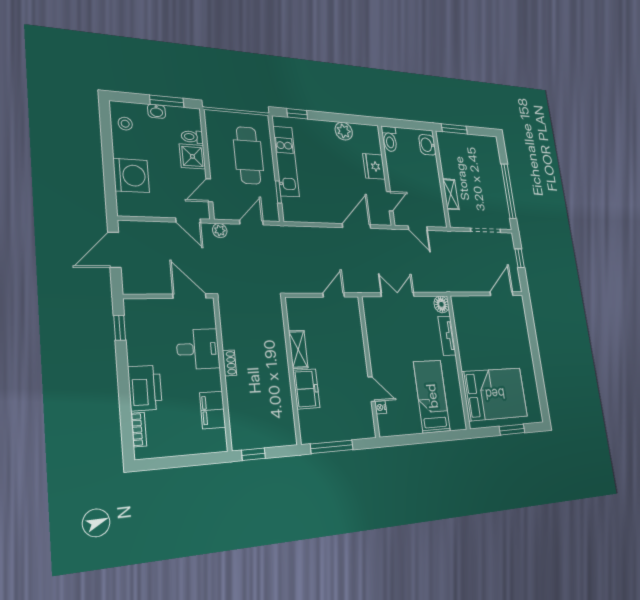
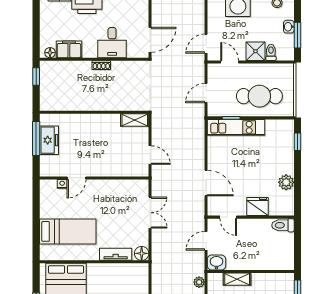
washbasin: (427, 145) -> (216, 262), moved
kitchen unit: (286, 161) -> (236, 127), moved
door: (252, 223) -> (206, 93), swing flipped
plant: (220, 231) -> (199, 282), moved
shelving: (298, 349) -> (135, 120), moved
freezer: (306, 389) -> (49, 140), moved, turned -90
floor lamp: (220, 437) -> (50, 53), added

